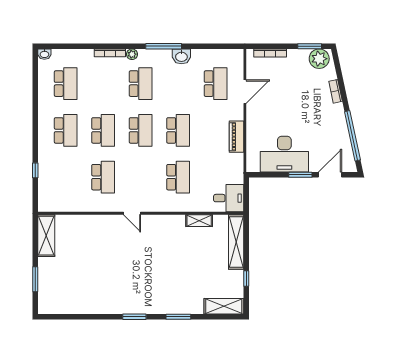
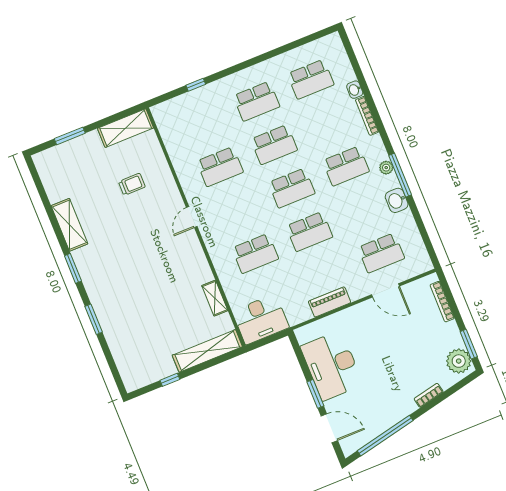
washbasin: (44, 54) -> (355, 90), moved
plant: (132, 54) -> (386, 168), moved
desk: (229, 198) -> (261, 319), width x1.37
trolley: (90, 248) -> (132, 184), added
shelving: (224, 306) -> (69, 225), moved

